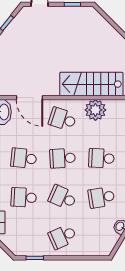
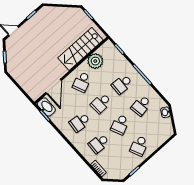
door: (29, 98) -> (53, 87), hinge flipped
school desk: (63, 119) -> (82, 82), turned -42
school desk: (63, 197) -> (120, 125), turned -48

